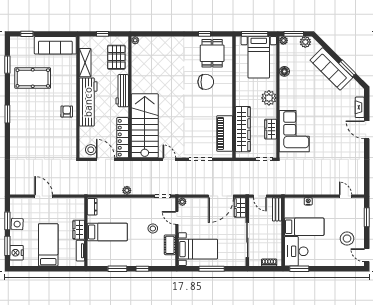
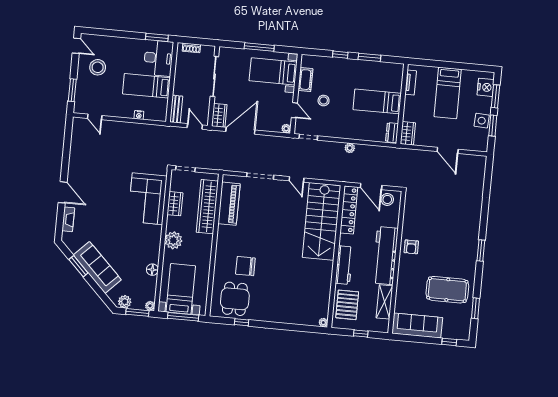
wardrobe: (79, 230) -> (408, 133), moved

